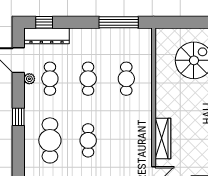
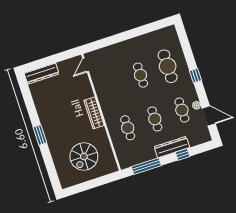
window: (44, 22) -> (183, 154), moved
dresser: (47, 36) -> (172, 147), moved
wardrobe: (163, 139) -> (94, 113), moved

